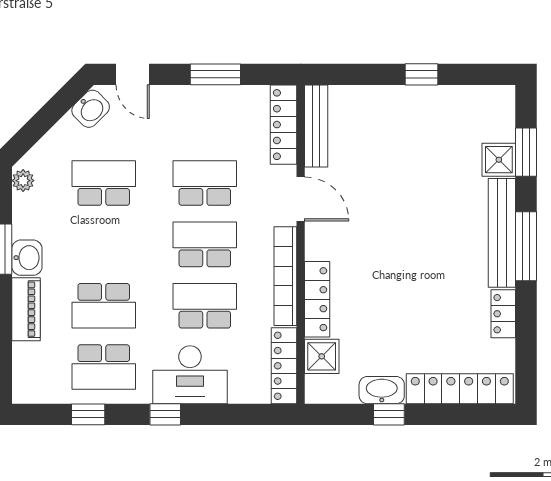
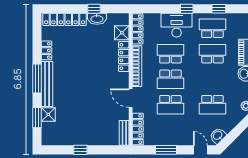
bench: (316, 126) -> (124, 133), width x0.73
school desk: (205, 306) -> (170, 54), turned 180

